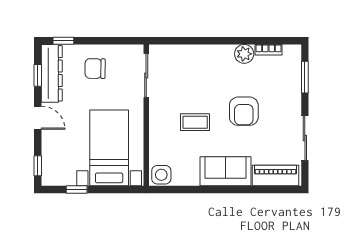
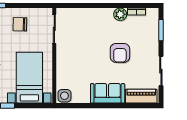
coffee table: (195, 122) -> (87, 60), removed

